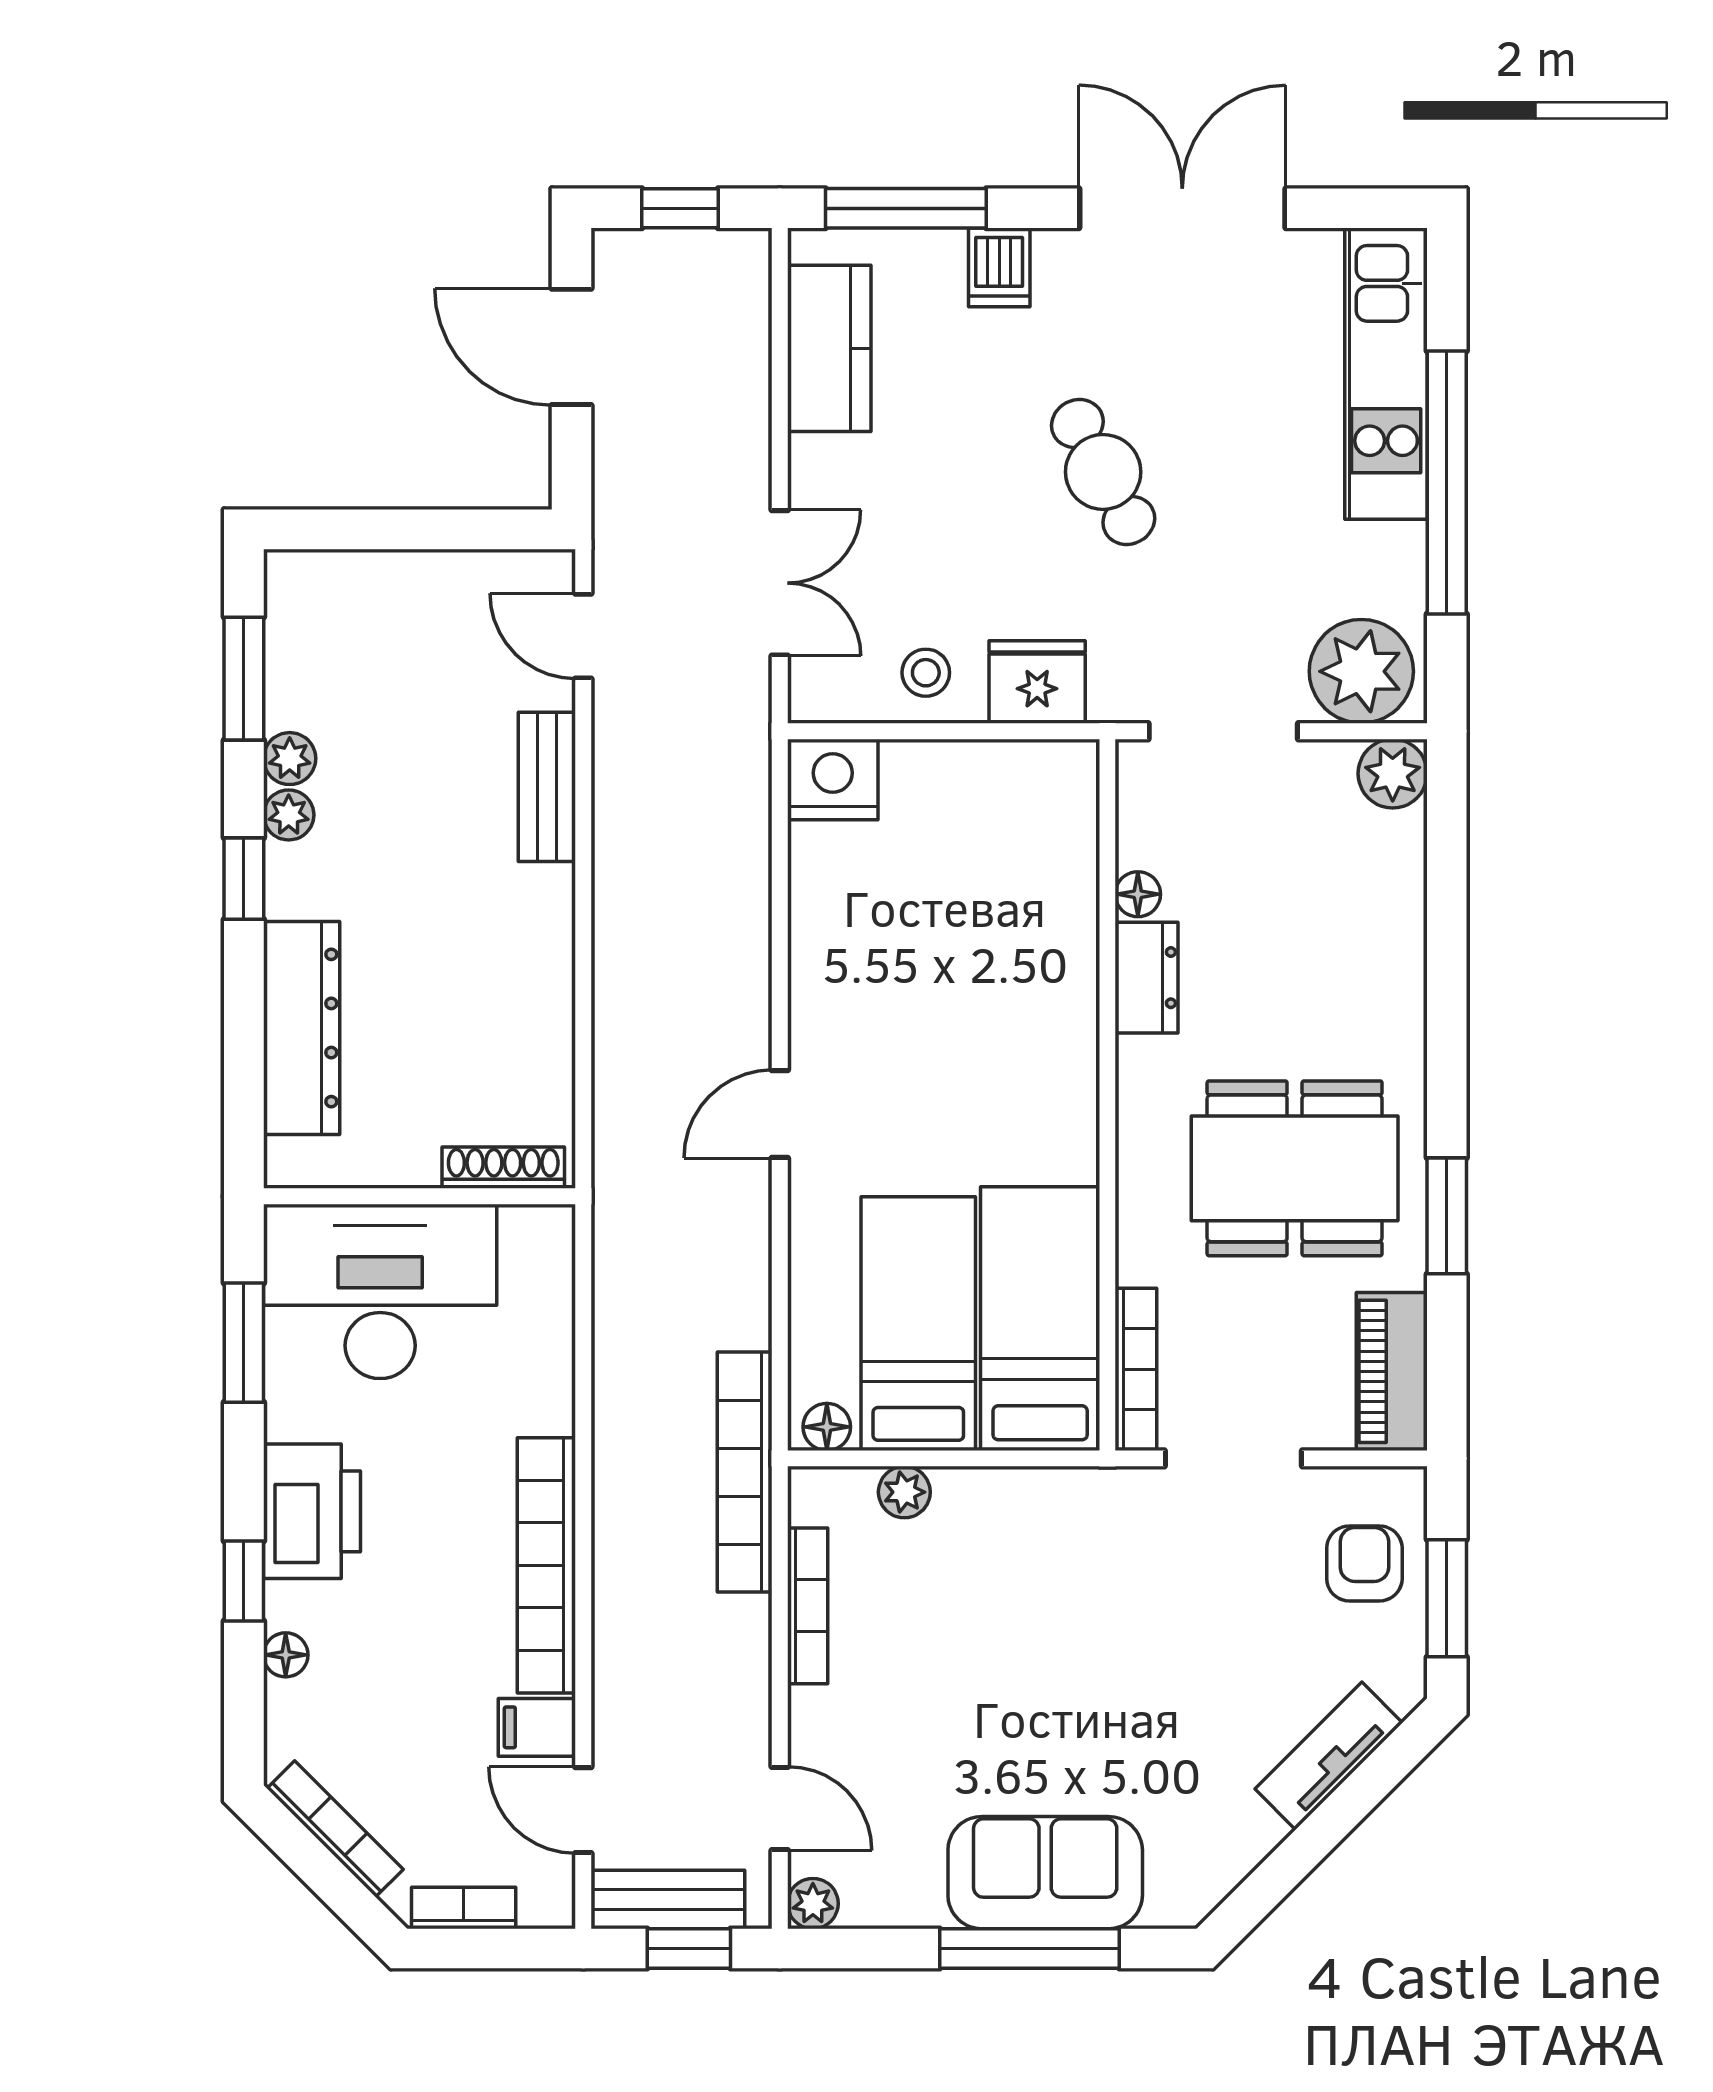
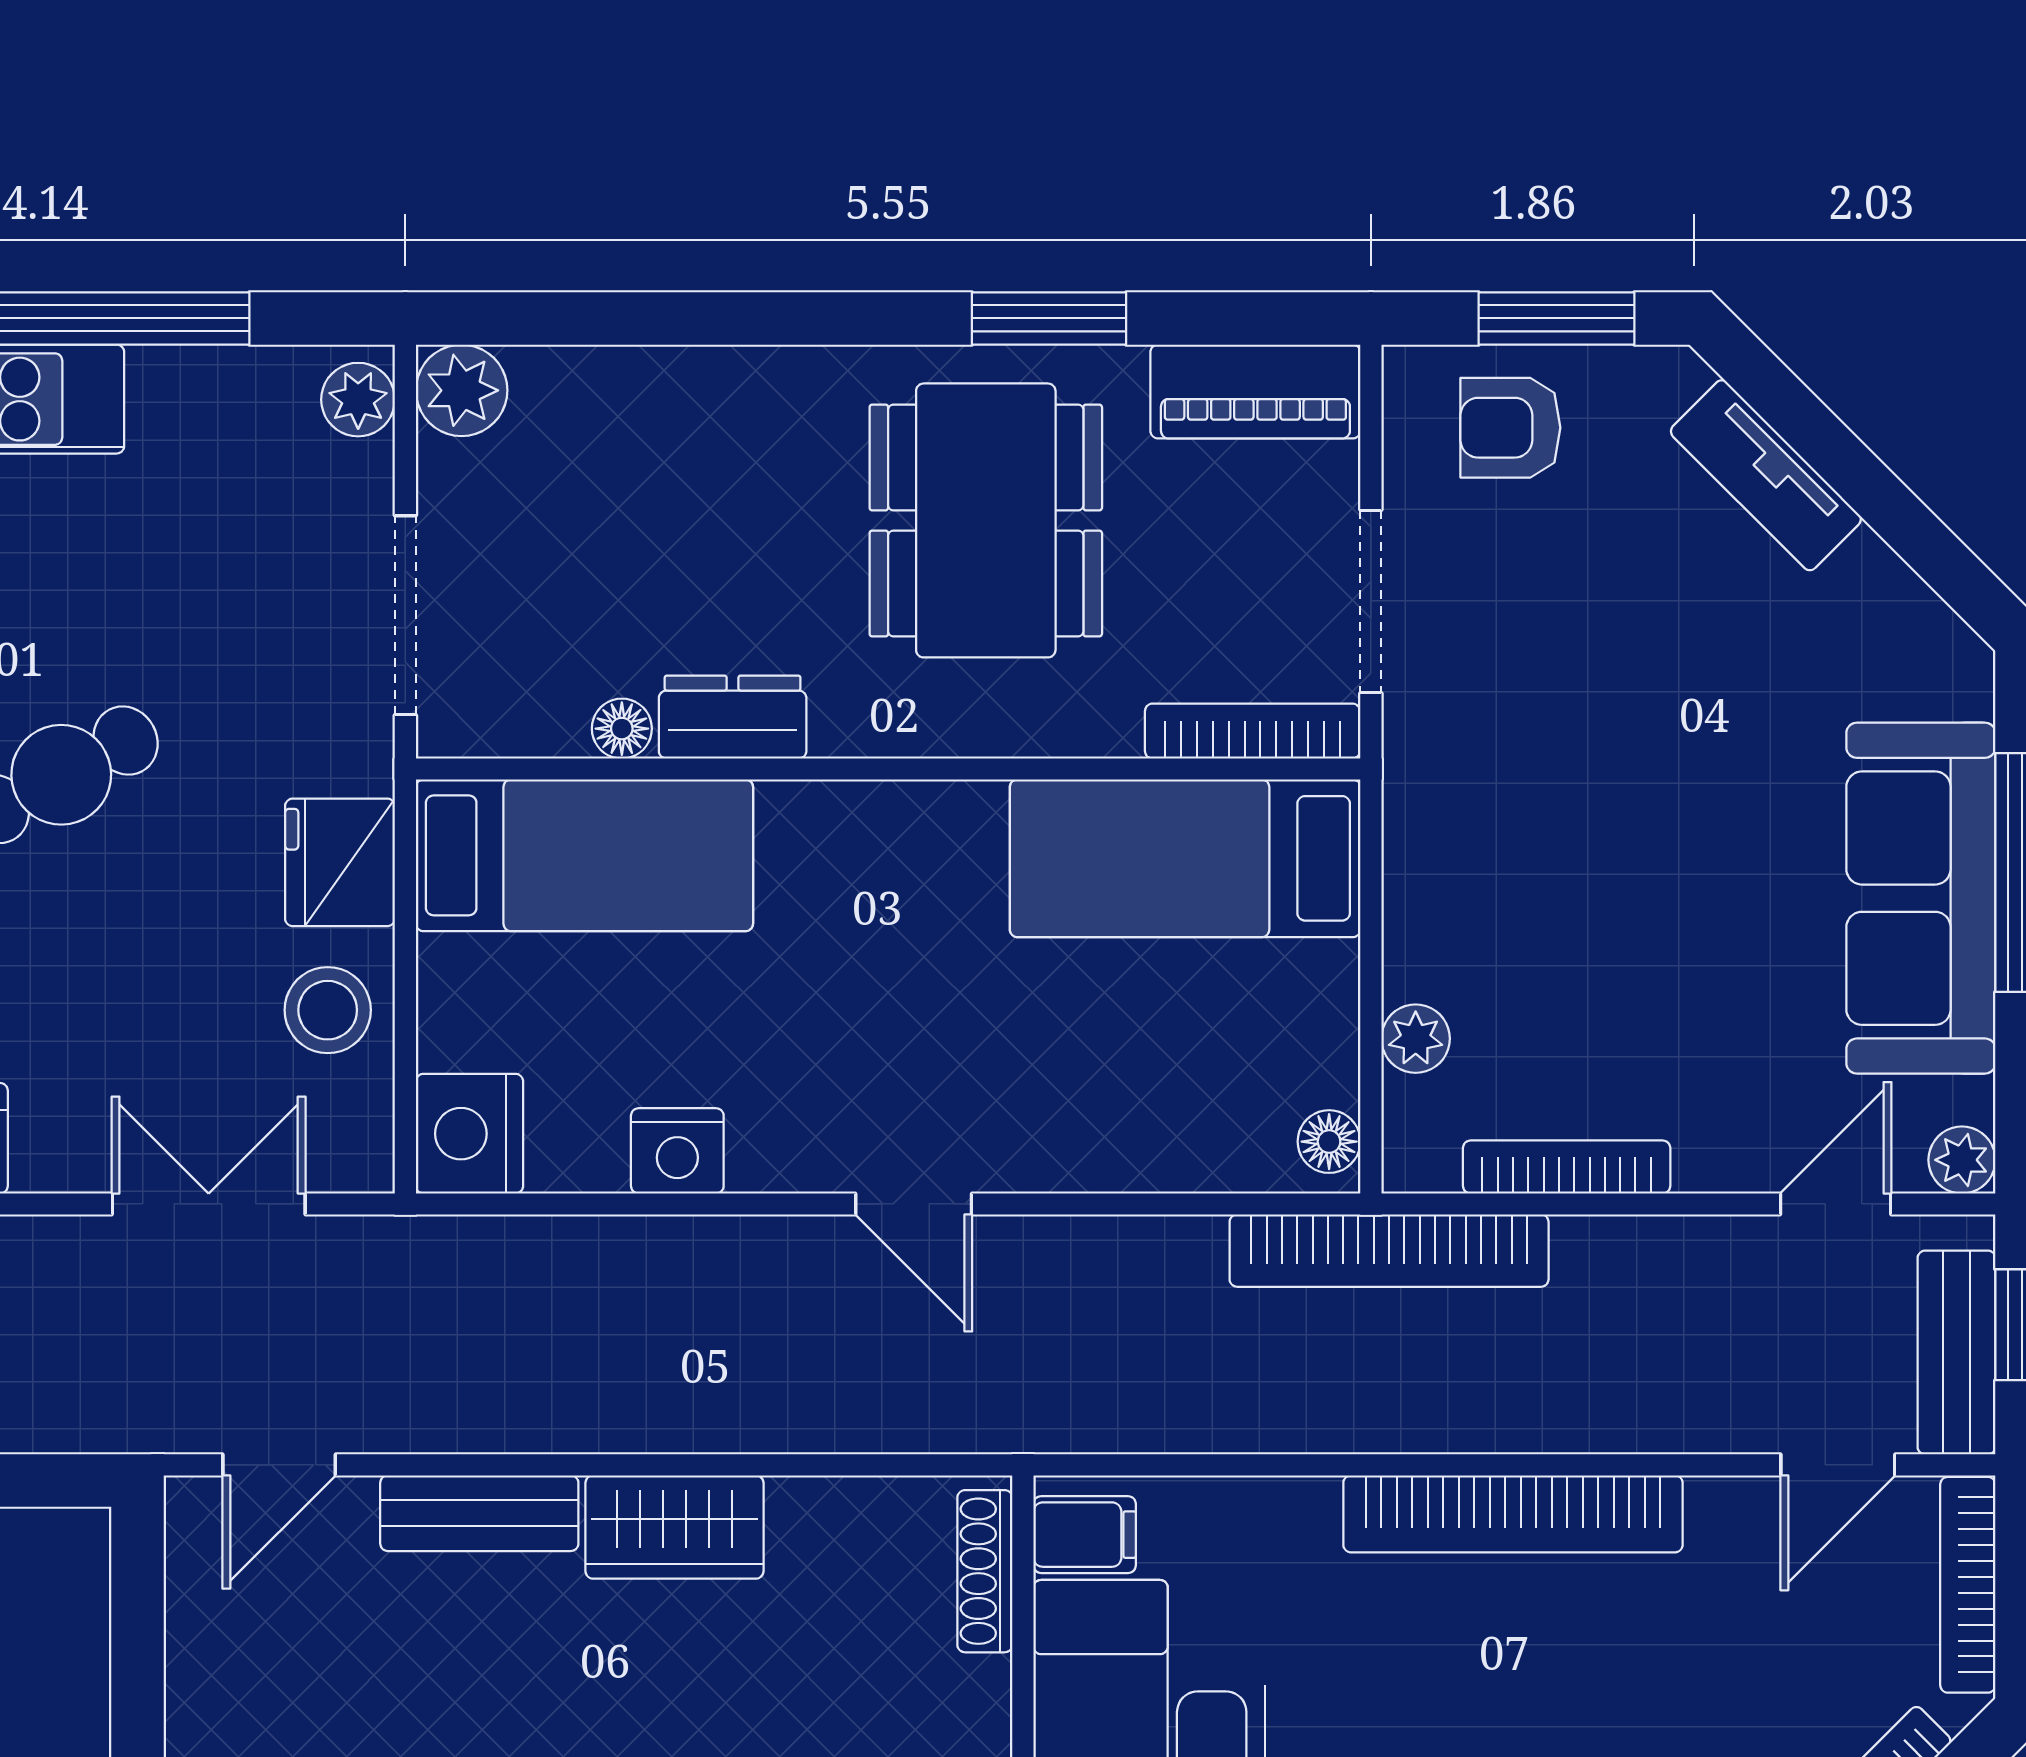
plant: (1361, 671) -> (358, 400), width x0.53, depth x0.53
stool: (926, 673) -> (328, 1010), width x1.37, depth x1.37
wardrobe: (536, 934) -> (674, 1527), added
nightstand: (820, 936) -> (677, 1151), added
bed: (918, 1324) -> (584, 855), moved, turned 180
filing cabinet: (537, 1727) -> (1085, 1535), moved, turned -90
sofa: (1045, 1873) -> (1921, 898), width x1.36
bookcase: (464, 1908) -> (1968, 1585), width x1.56

